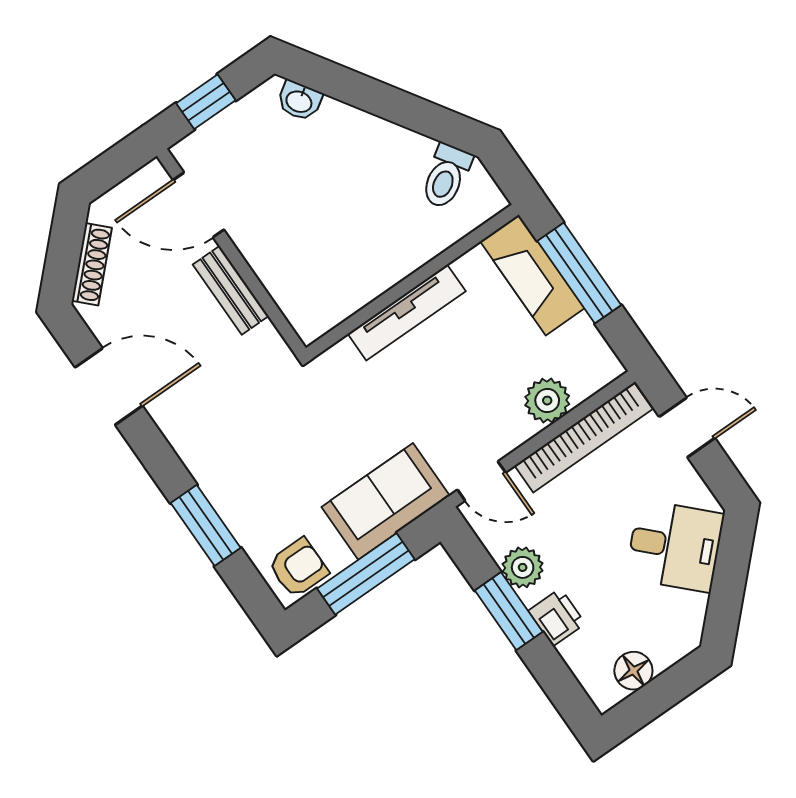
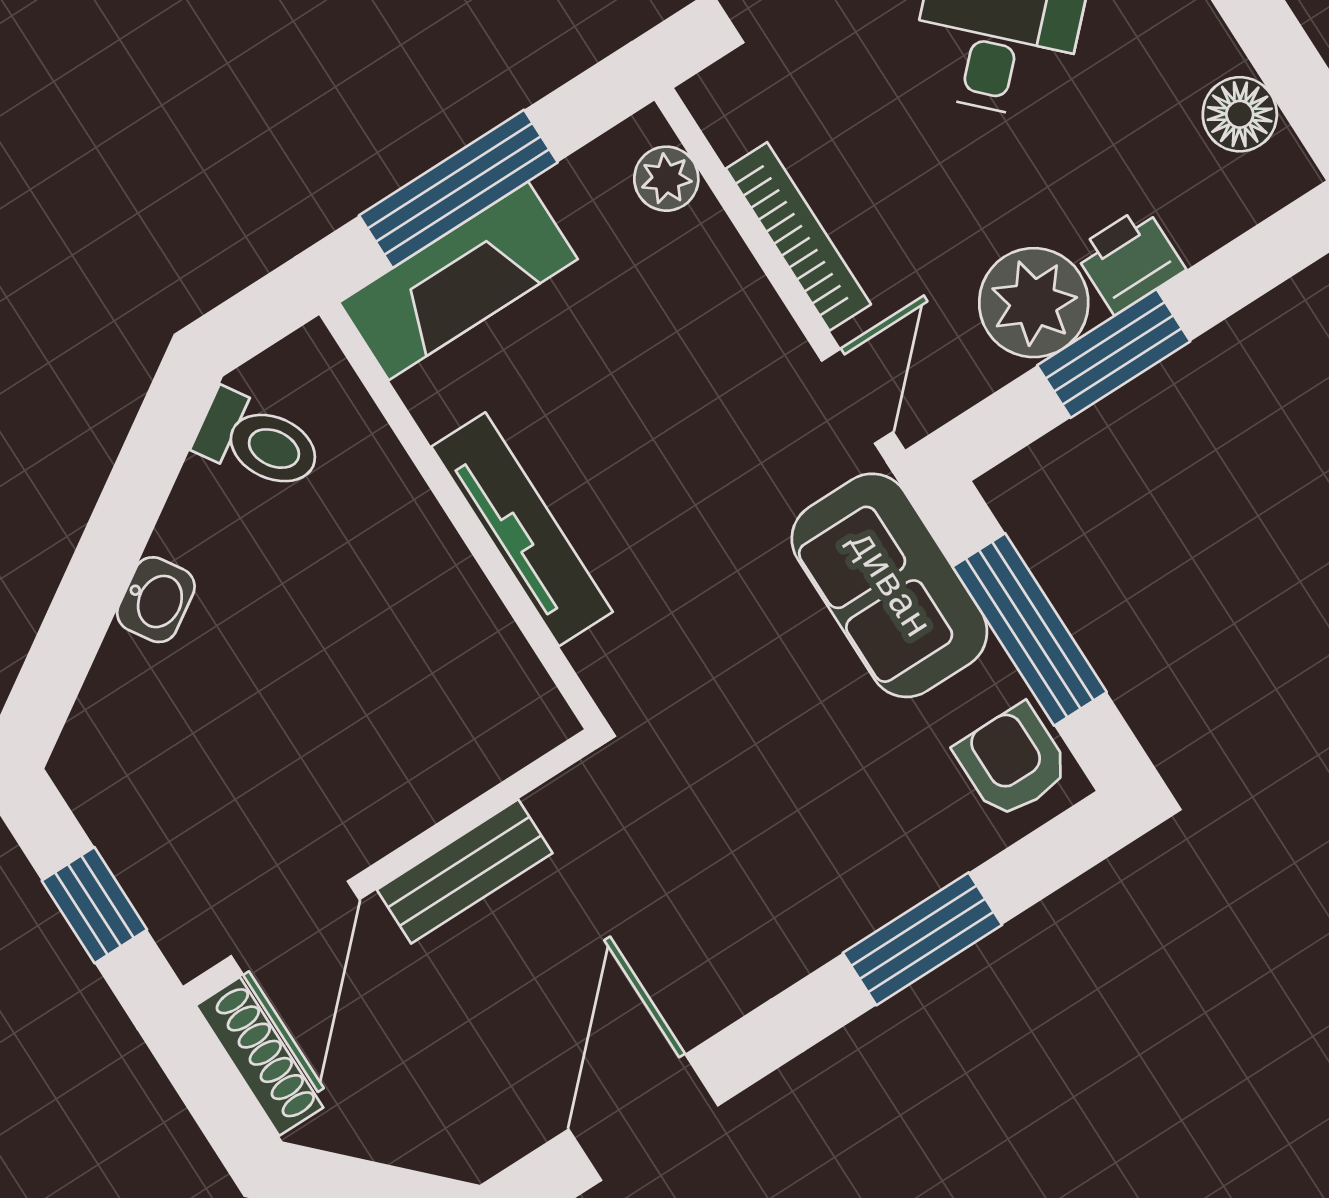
washbasin: (299, 101) -> (156, 600), moved
shoe rack: (92, 264) -> (260, 1056), moved, turned 45
plant: (547, 401) -> (666, 179), moved, width x0.73, depth x0.73
bookcase: (584, 437) -> (798, 236), width x0.68, depth x0.76
plant: (523, 567) -> (1034, 303), width x1.36, depth x1.36

